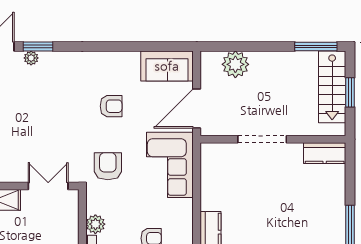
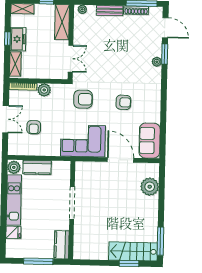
plant: (31, 58) -> (157, 62), moved
armchair: (111, 106) -> (123, 102), turned -88
doorway: (262, 139) -> (72, 203), moved
wall: (273, 139) -> (72, 210), moved
kitchen counter: (325, 153) -> (62, 245), moved

